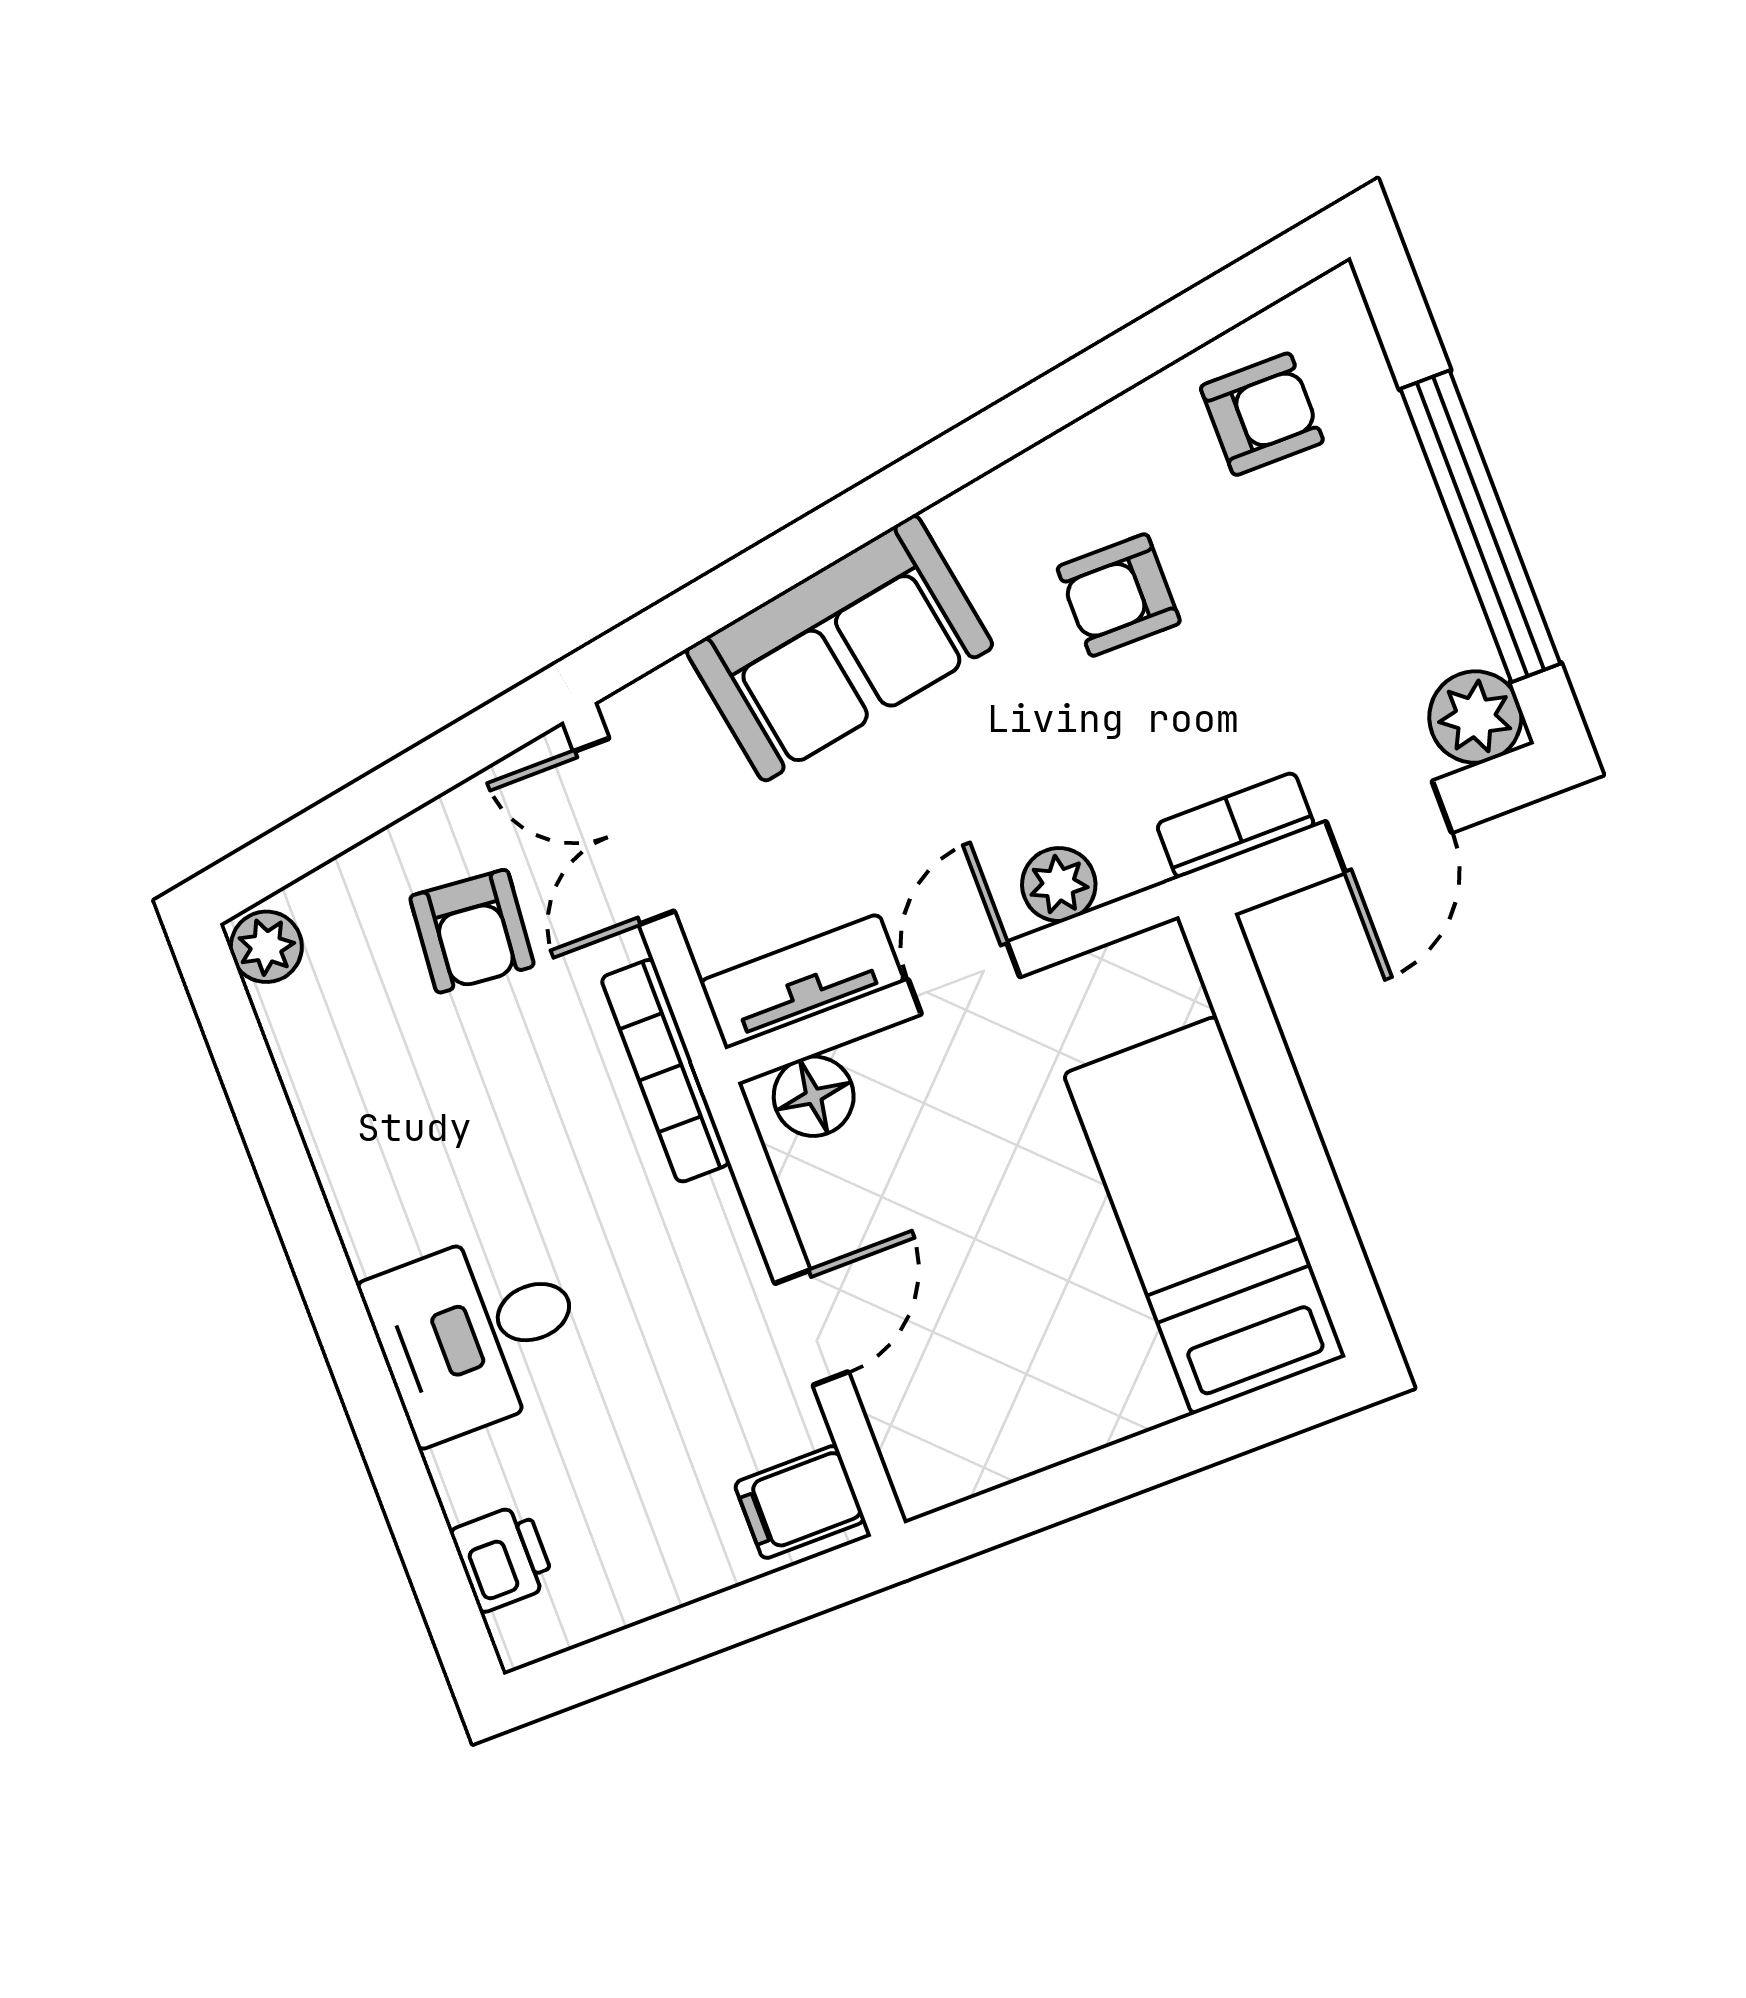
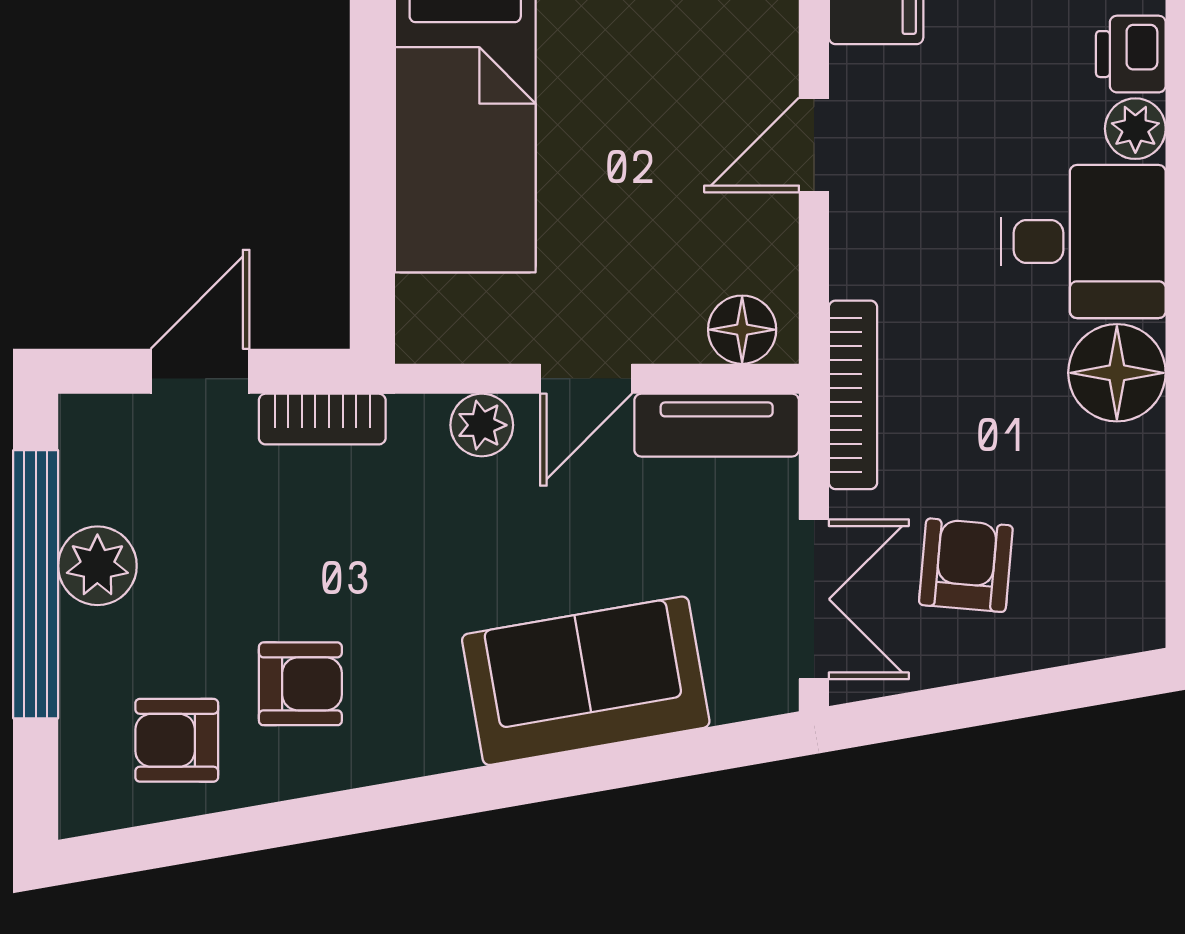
armchair: (1119, 595) -> (300, 684), moved
plant: (1475, 717) -> (97, 566), moved
plant: (266, 947) -> (1135, 129), moved
floor lamp: (386, 1204) -> (1117, 373), added

